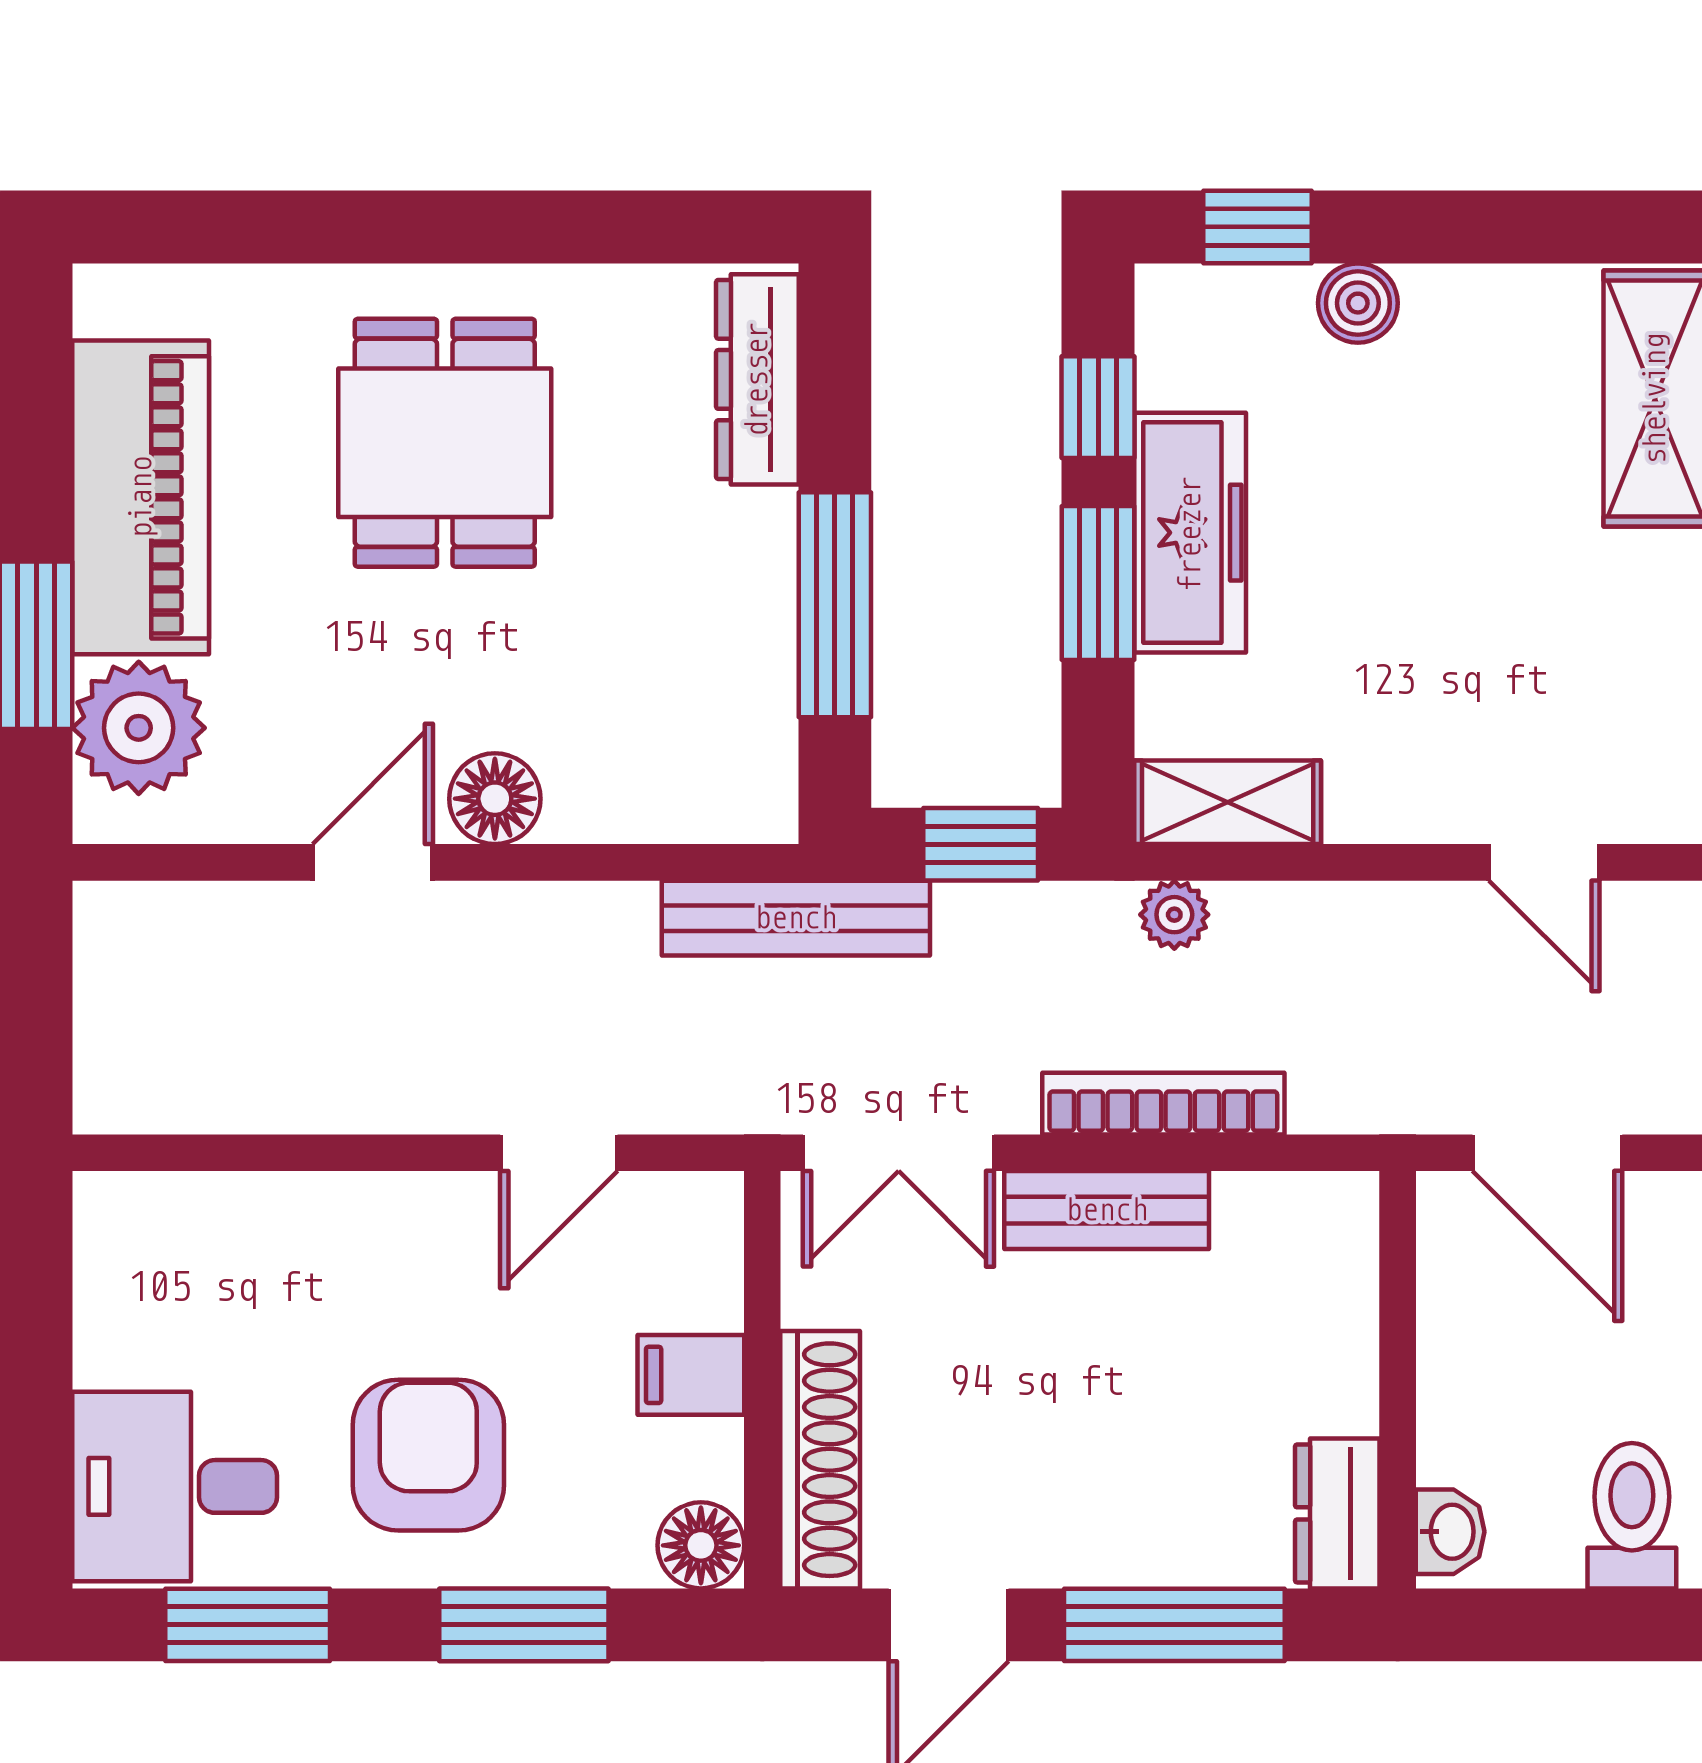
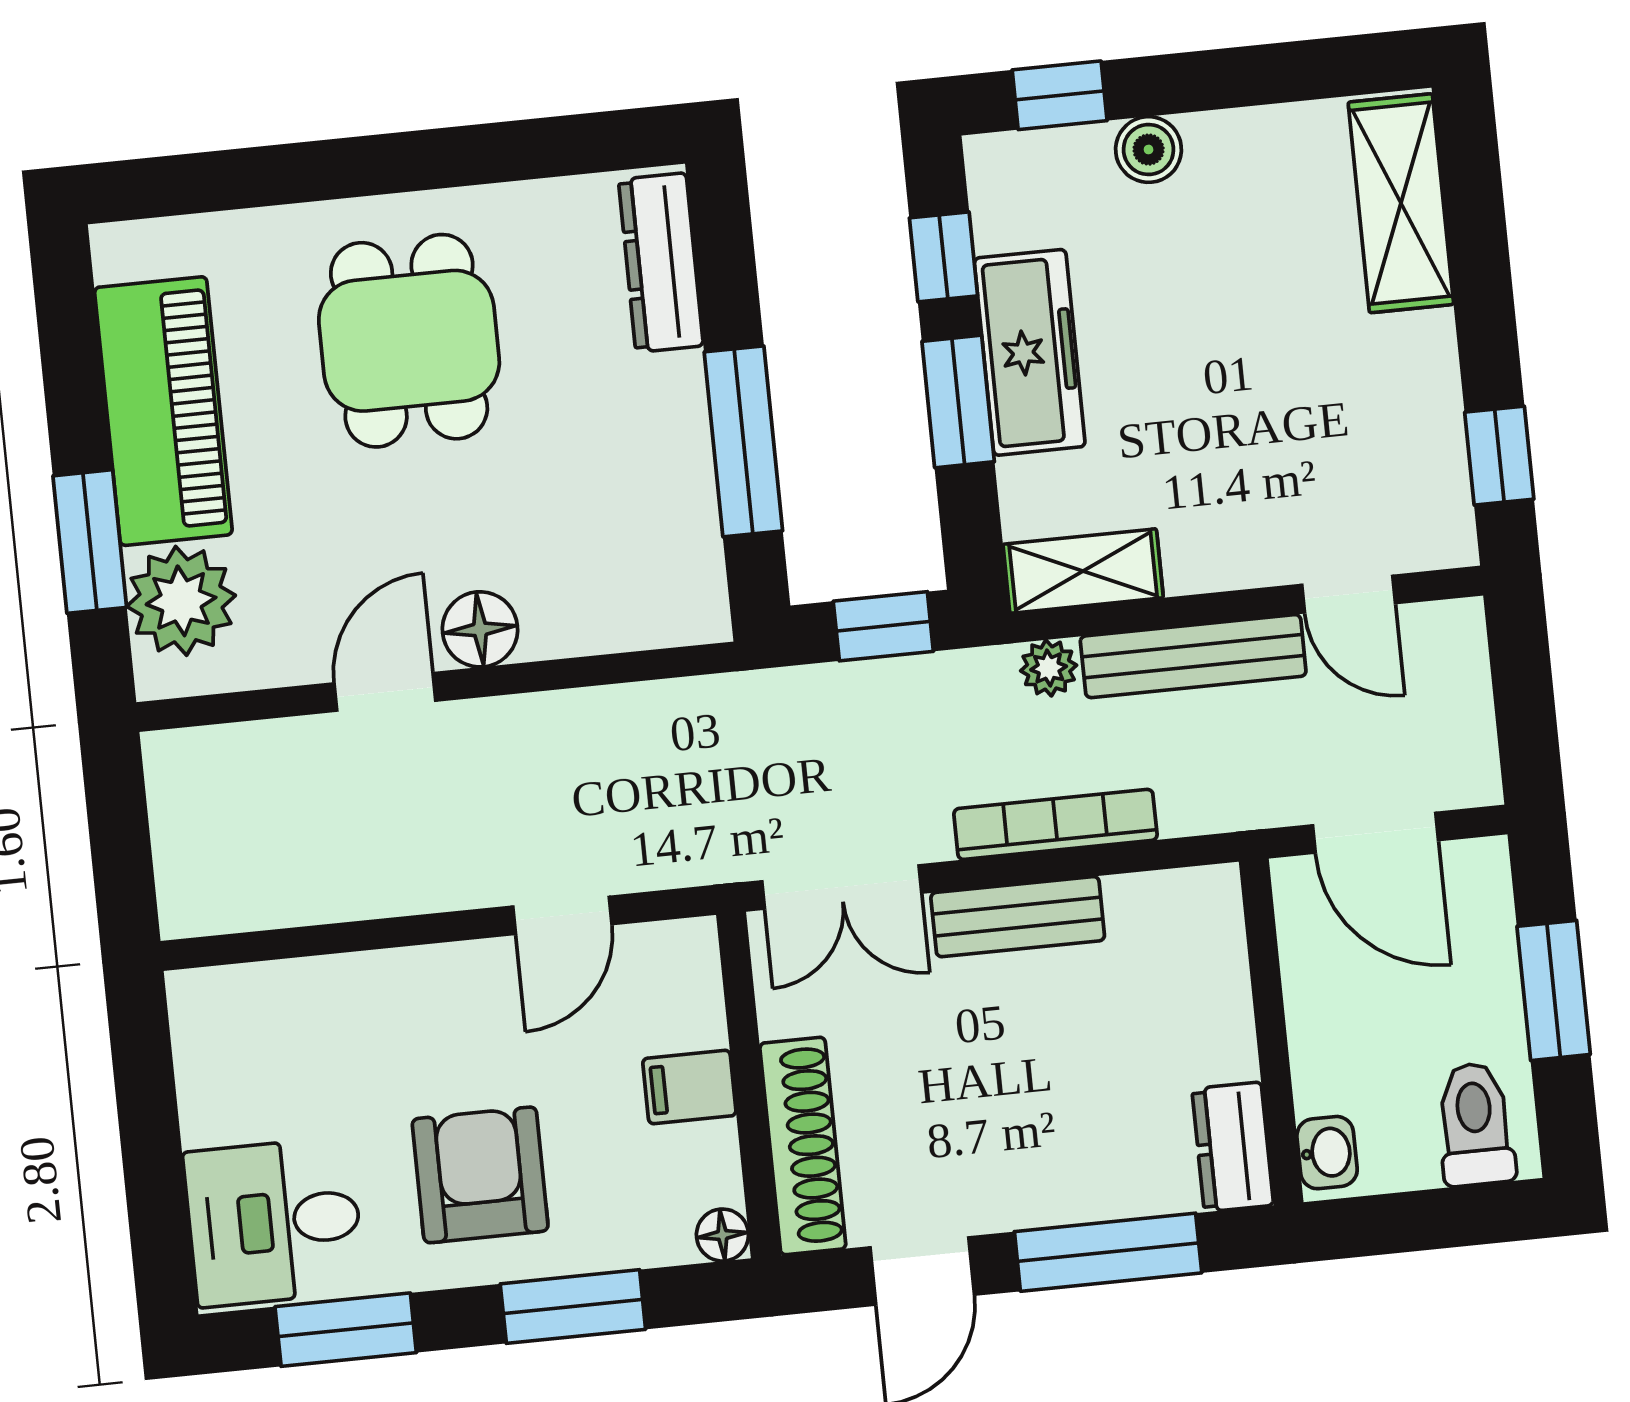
bench: (796, 918) -> (1193, 656), moved
floor lamp: (701, 1545) -> (722, 1235), width x0.73, depth x0.73

